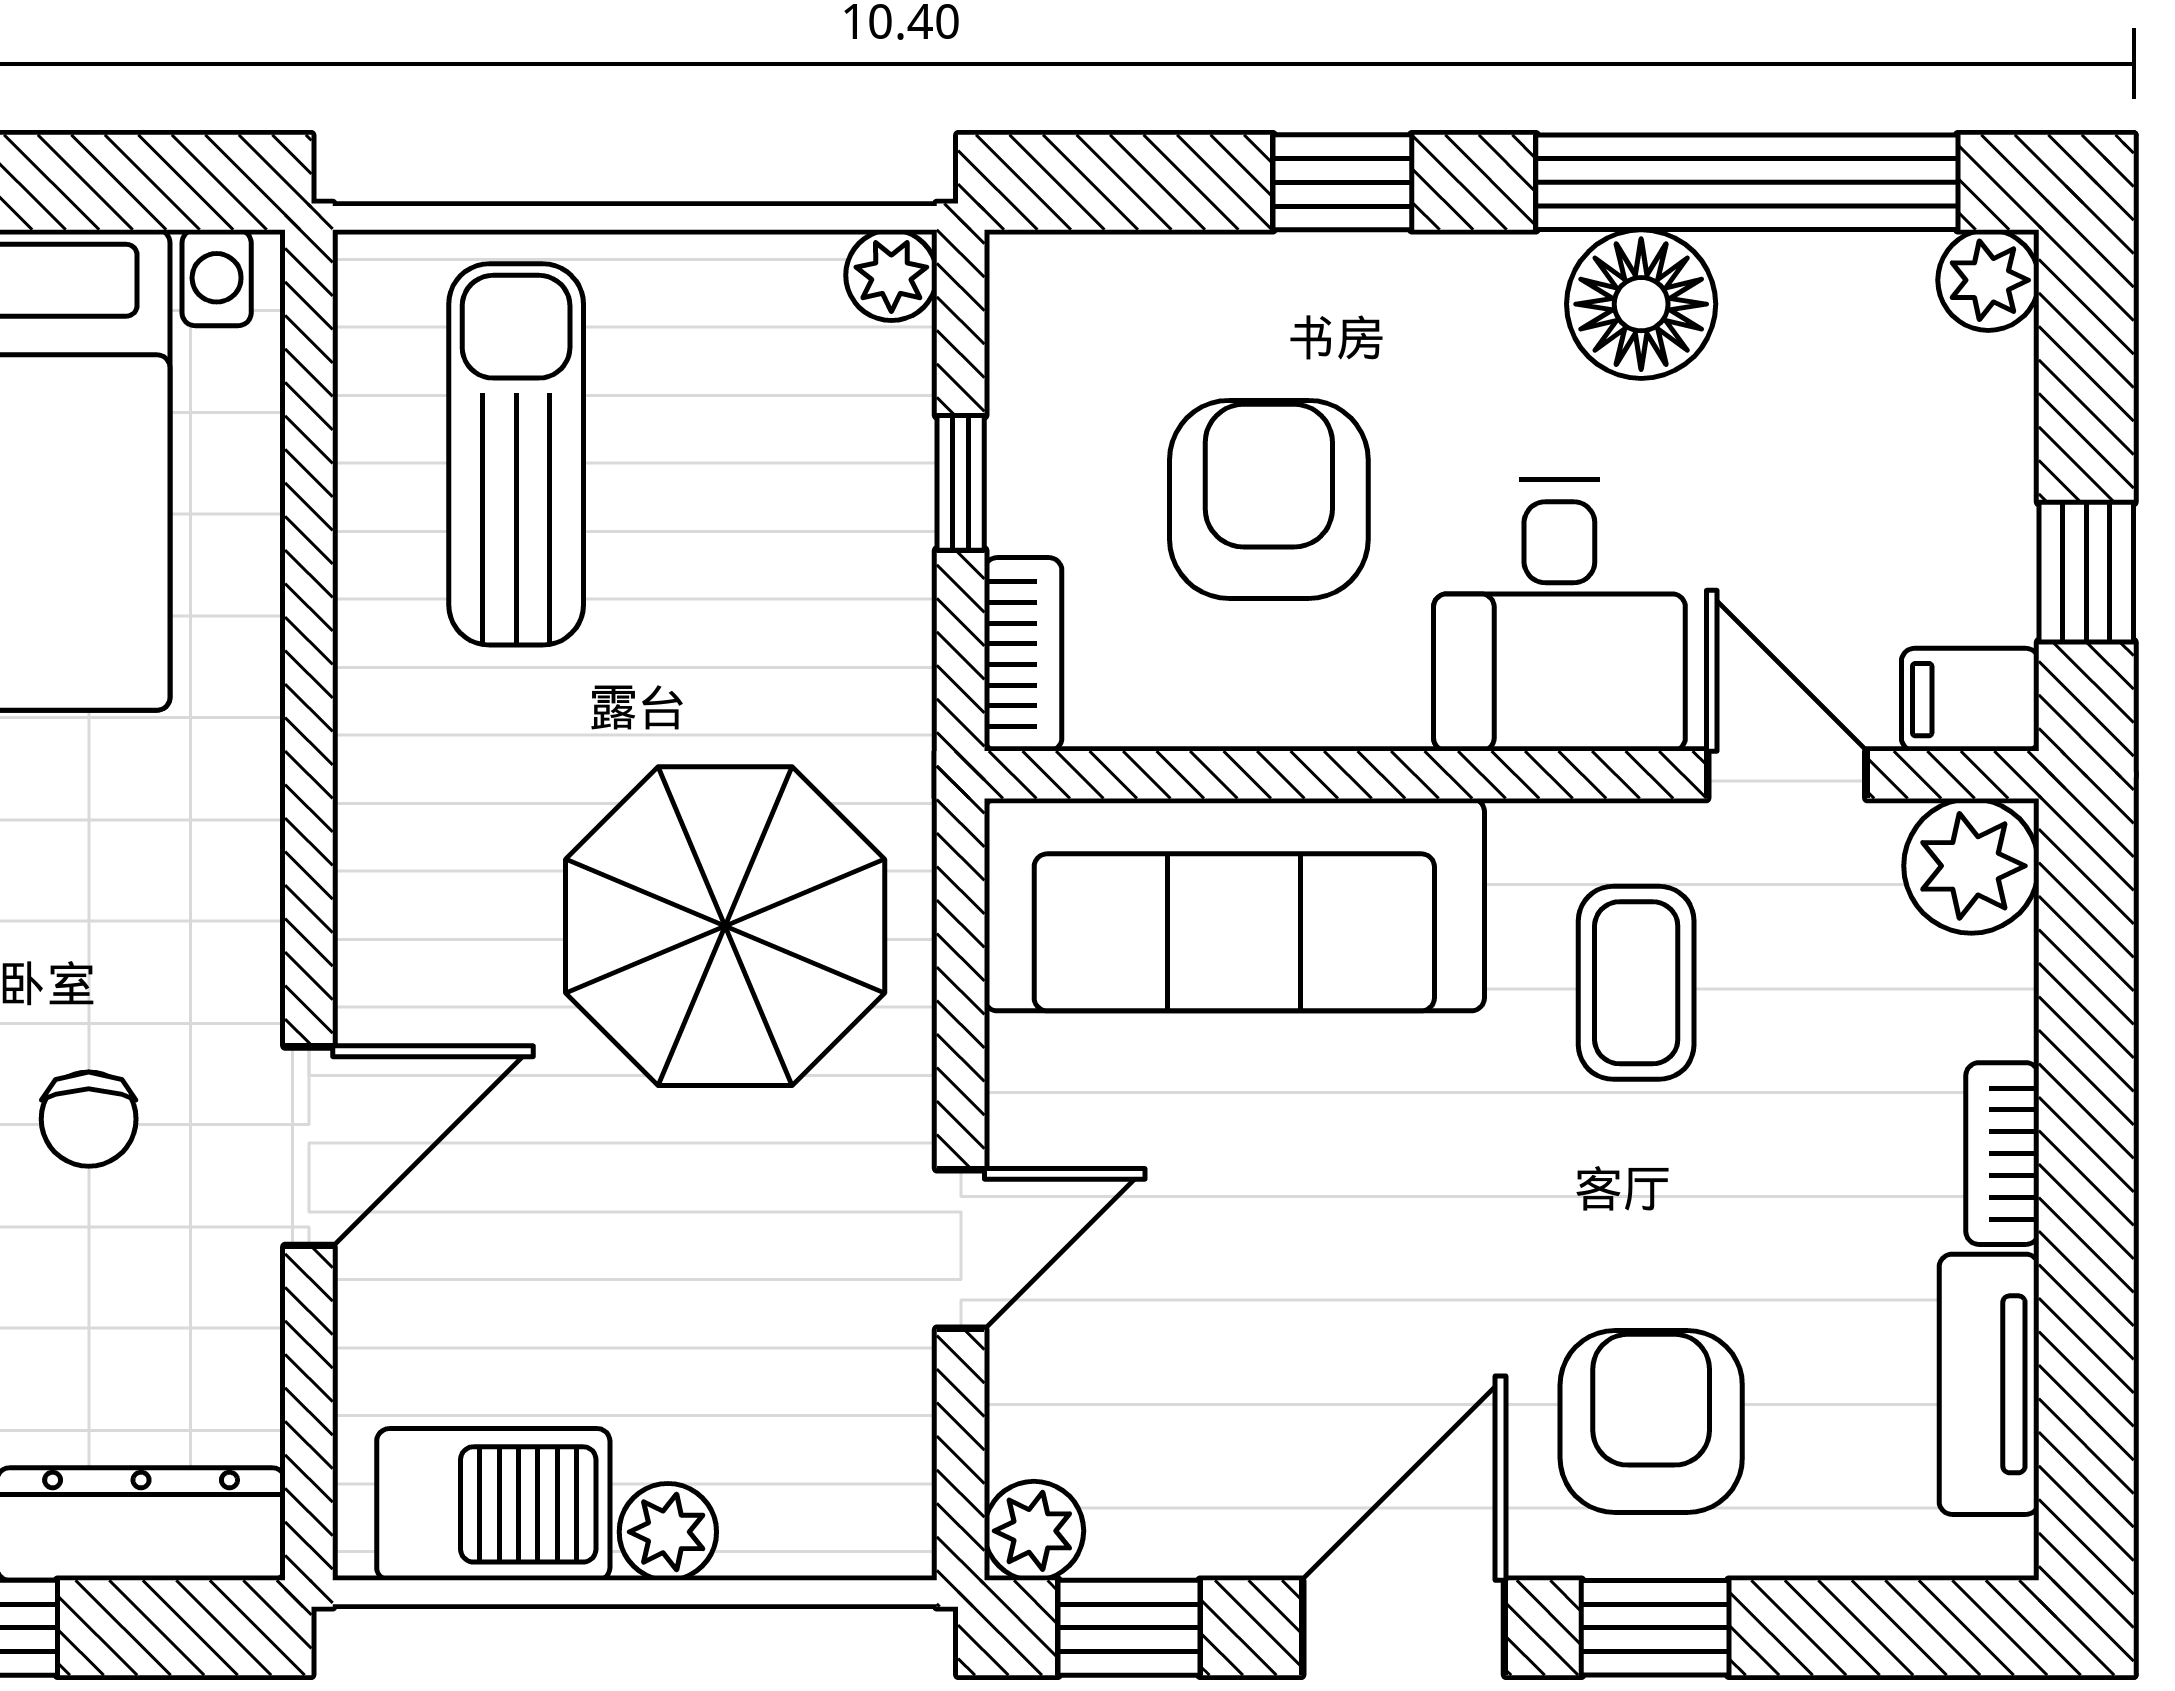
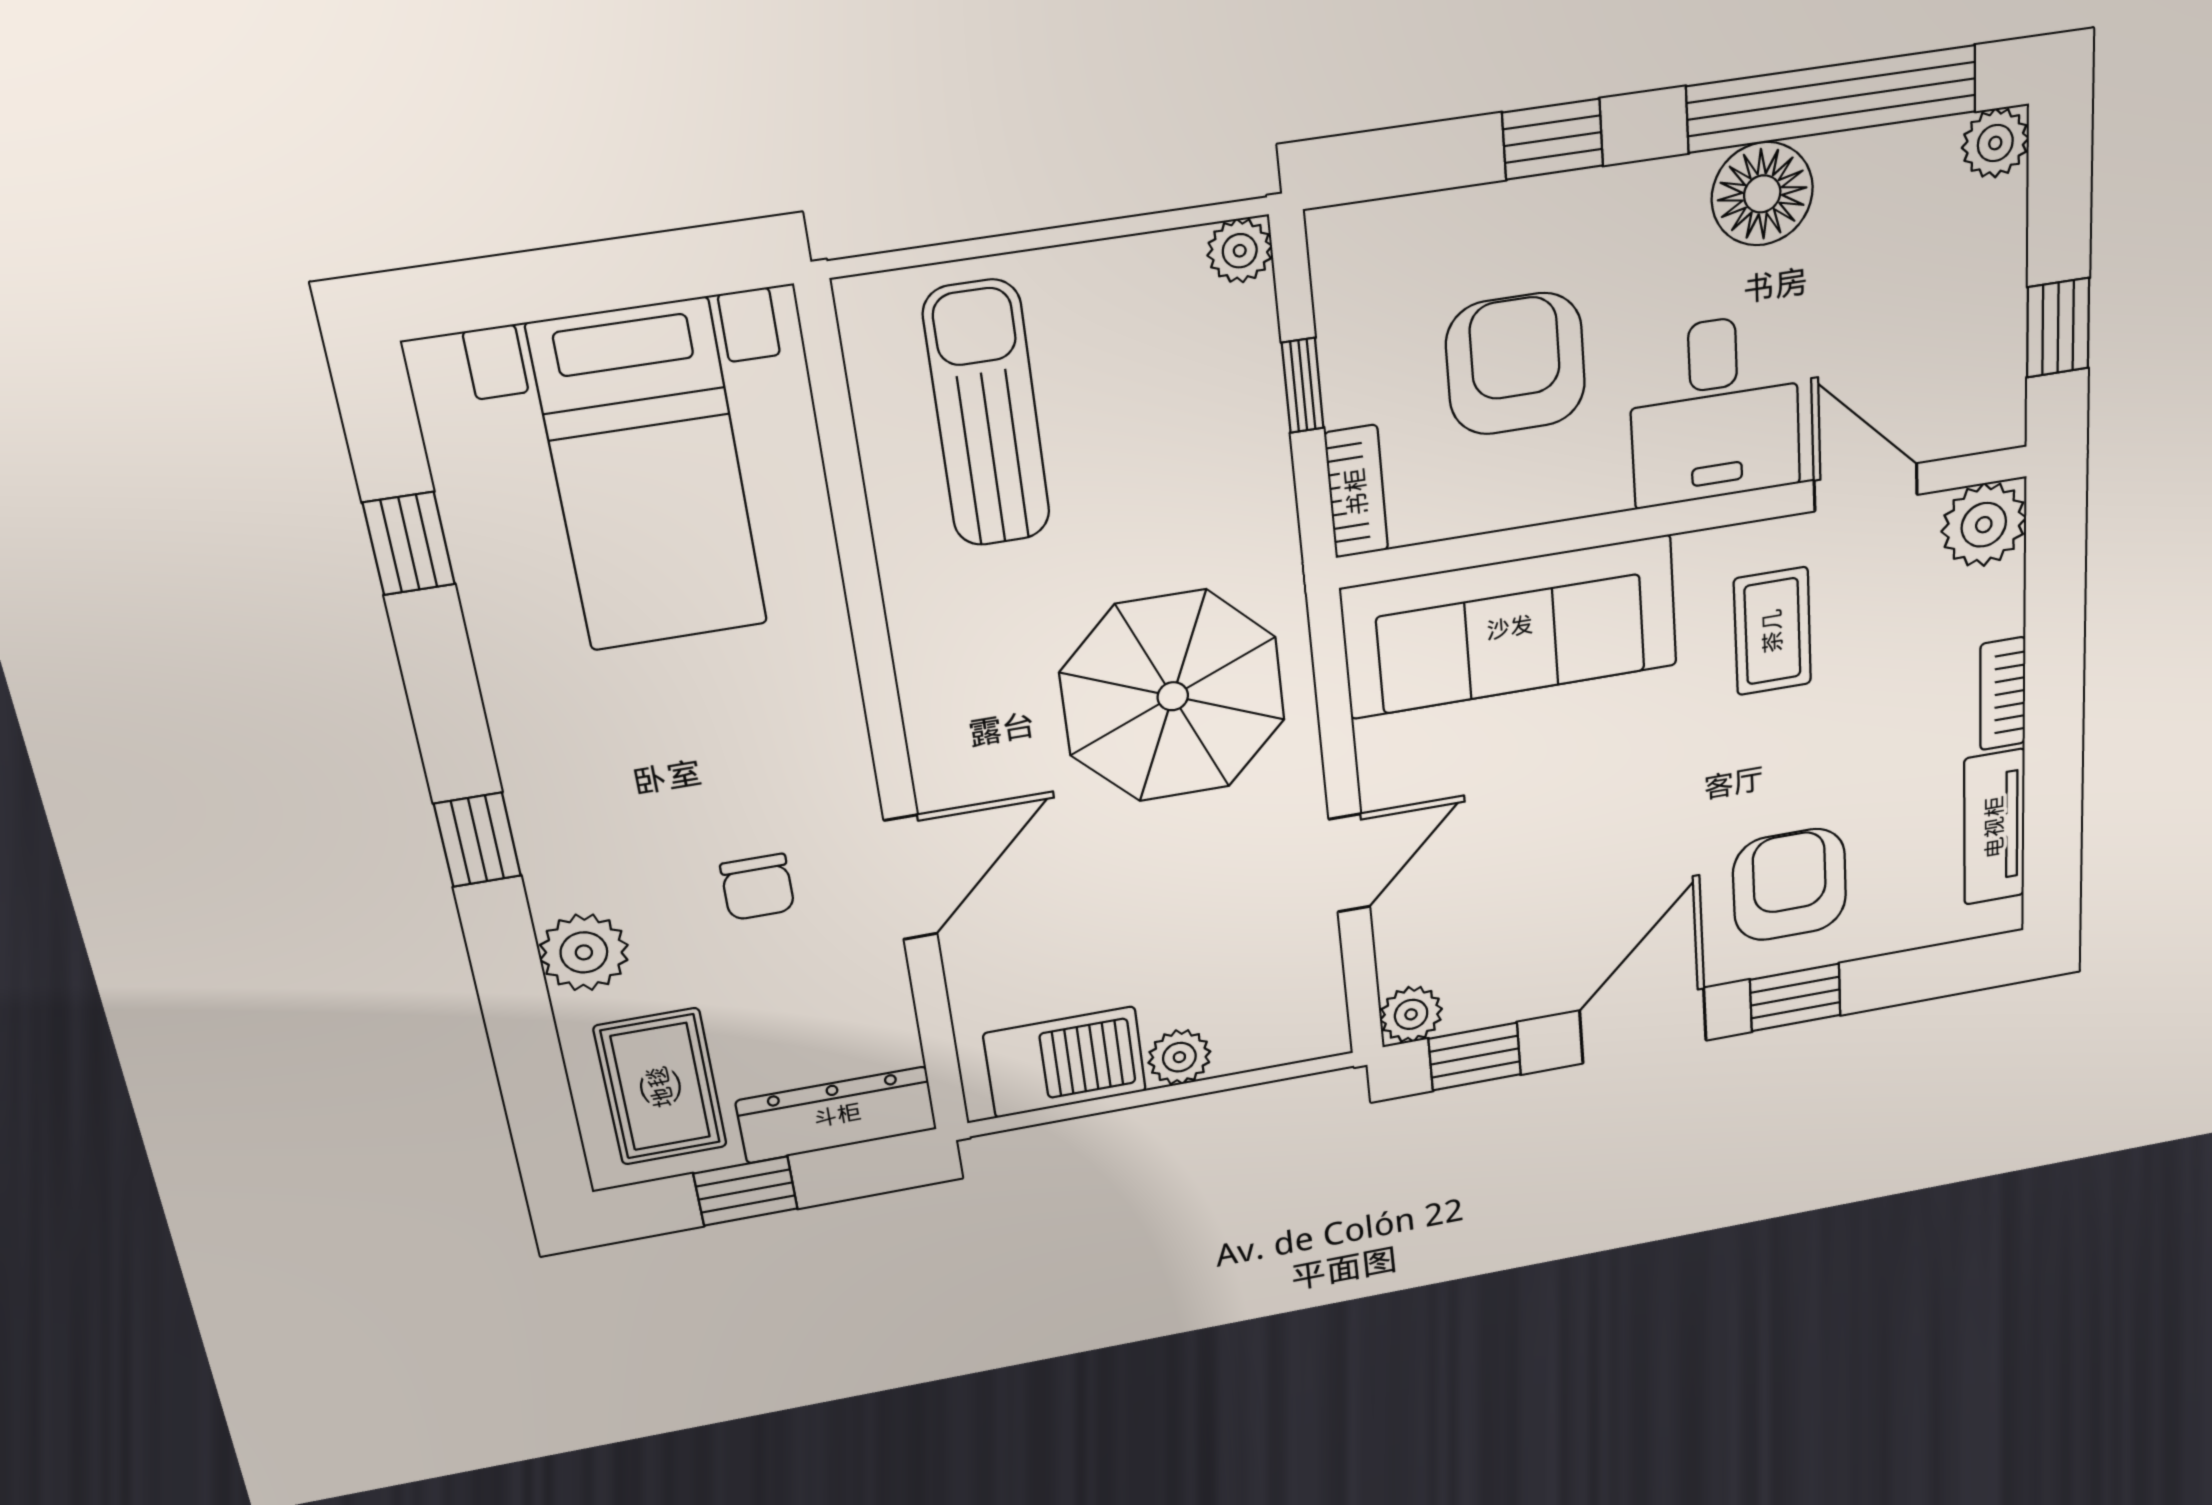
filing cabinet: (1970, 700) -> (1983, 421), removed

